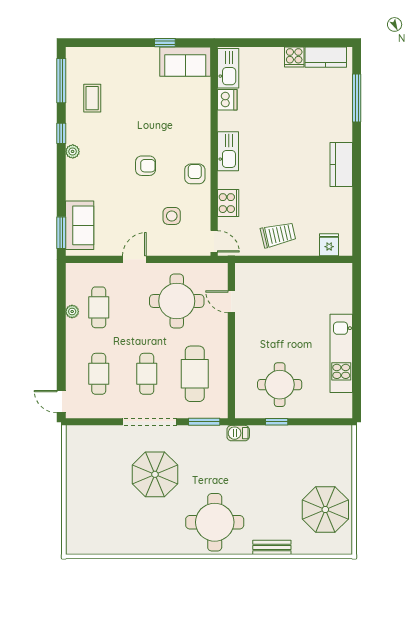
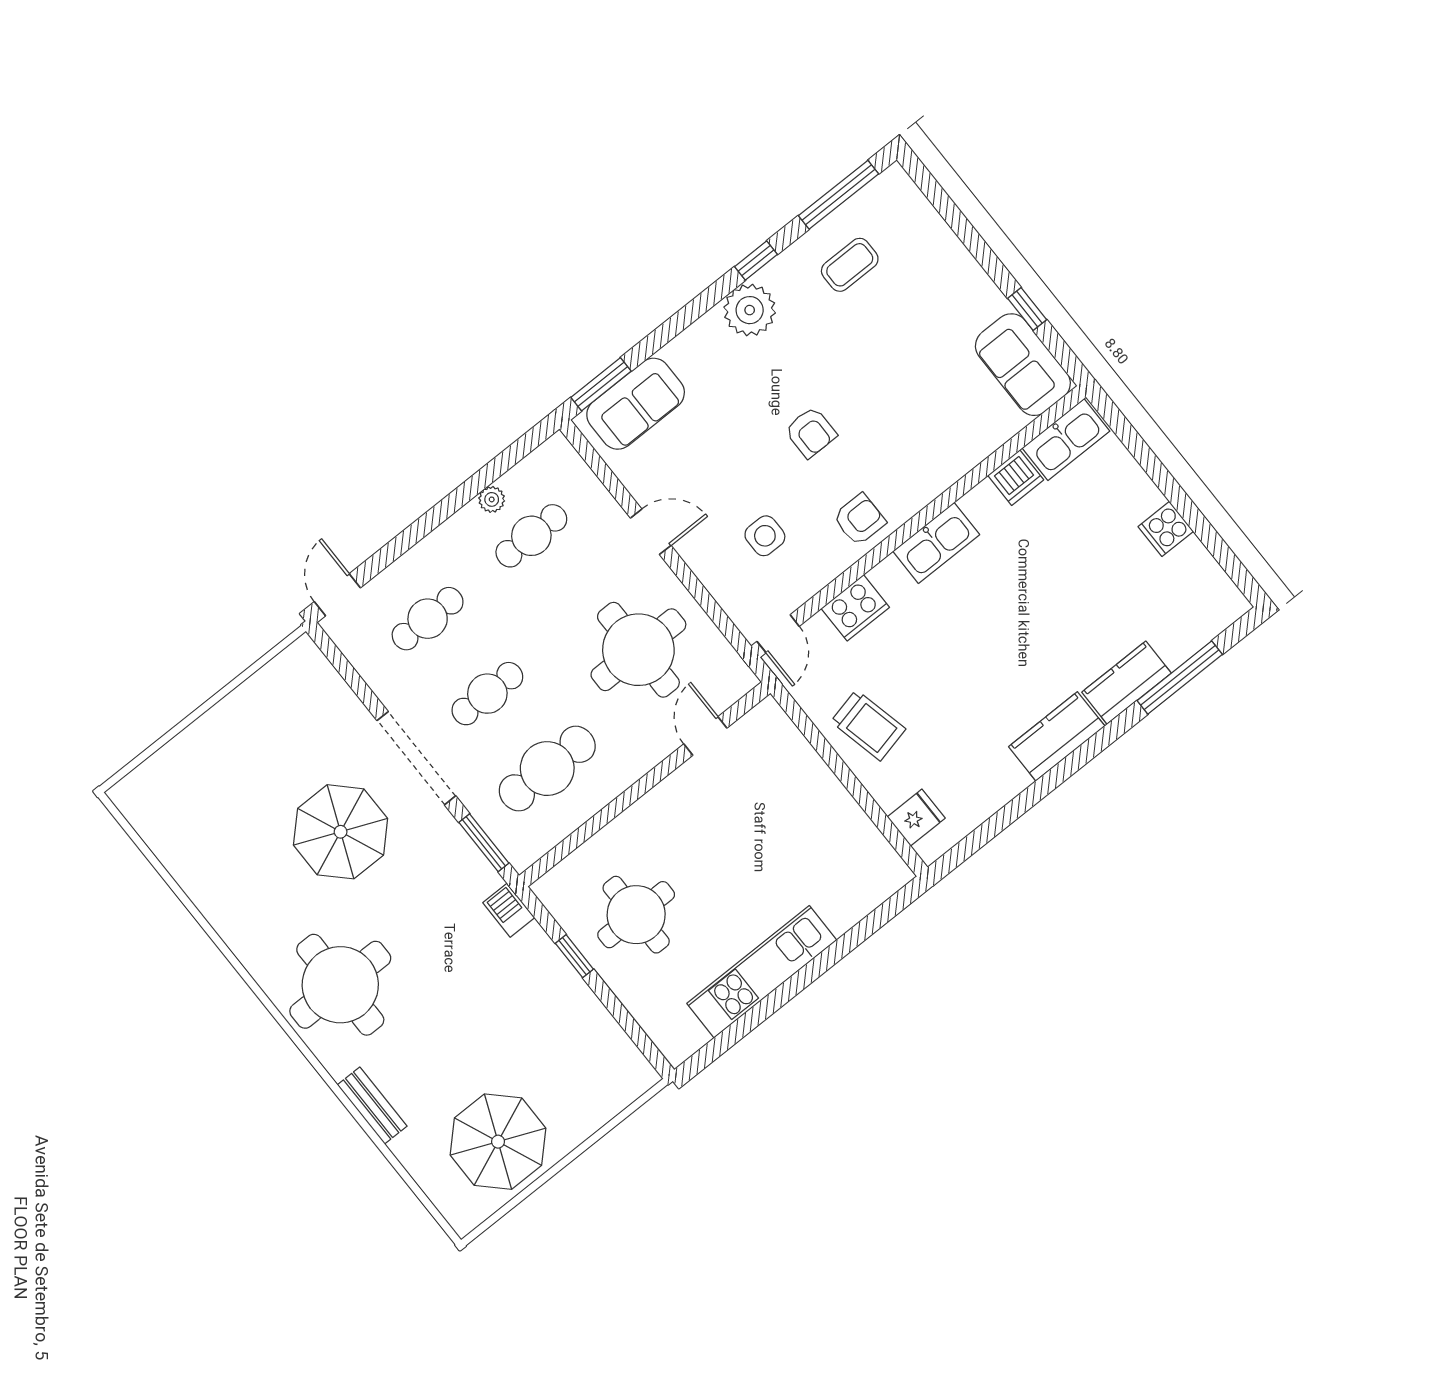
kitchen counter: (326, 57) -> (1126, 683), moved, turned 90
plant: (73, 151) -> (750, 310), width x1.87, depth x1.87

